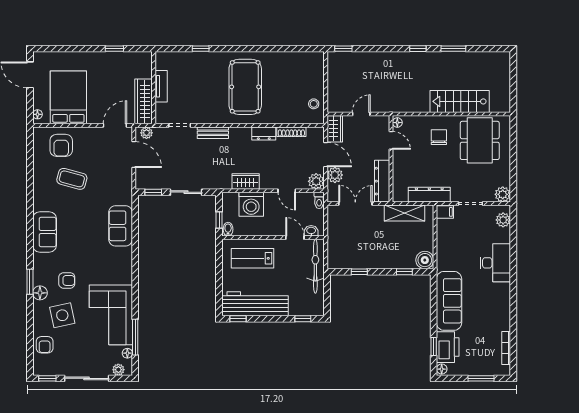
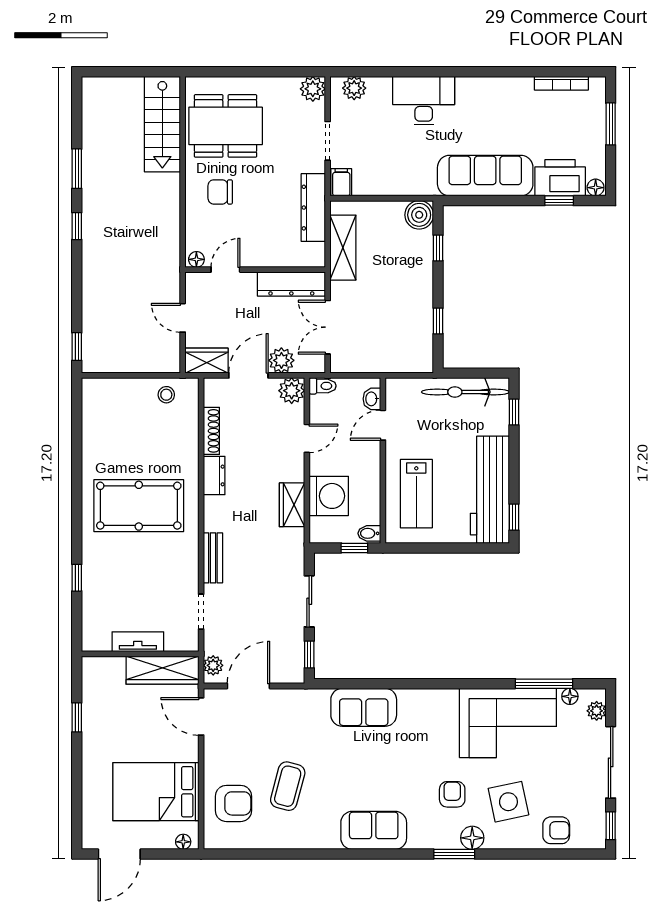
stairs: (460, 101) -> (162, 124), moved
bicycle: (315, 266) -> (465, 392), moved

